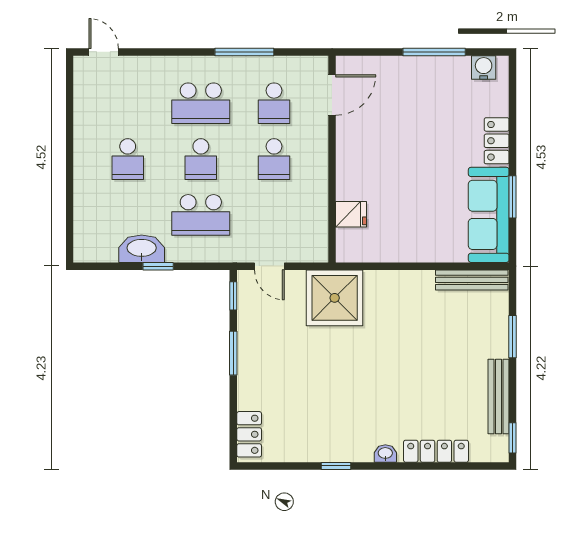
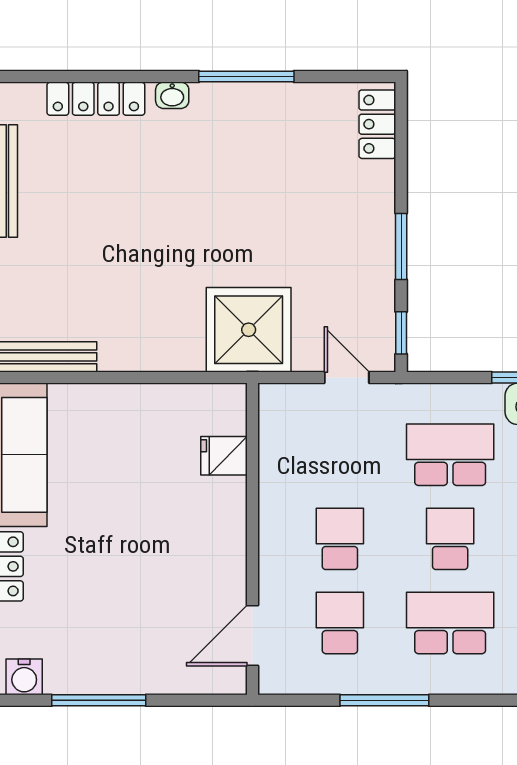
window: (336, 466) -> (246, 76), width x2.17

